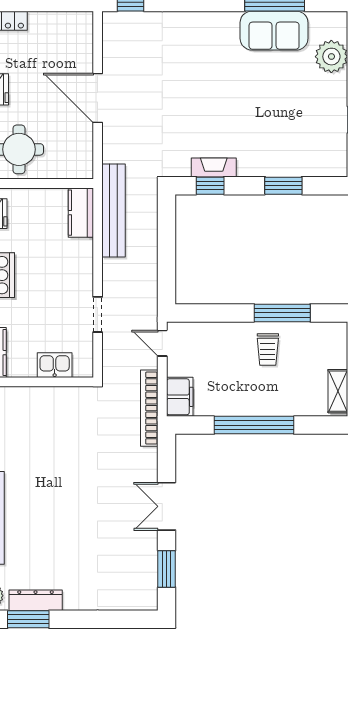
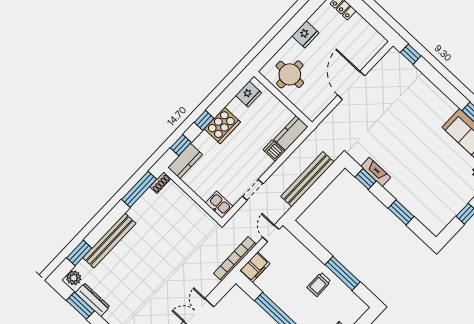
bench: (113, 211) -> (307, 179), moved
dishwasher: (80, 249) -> (274, 151), added
kitchen sink: (55, 365) -> (219, 205), moved

